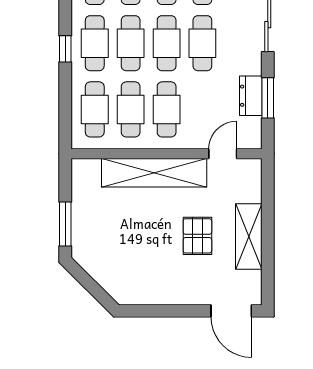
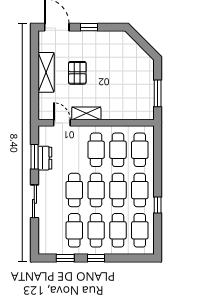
window: (65, 49) -> (158, 205), moved
door: (223, 154) -> (62, 123), swing flipped
shelving: (154, 173) -> (86, 113), width x0.45, depth x0.75
window: (65, 224) -> (158, 93), moved
window: (178, 311) -> (89, 27), added

